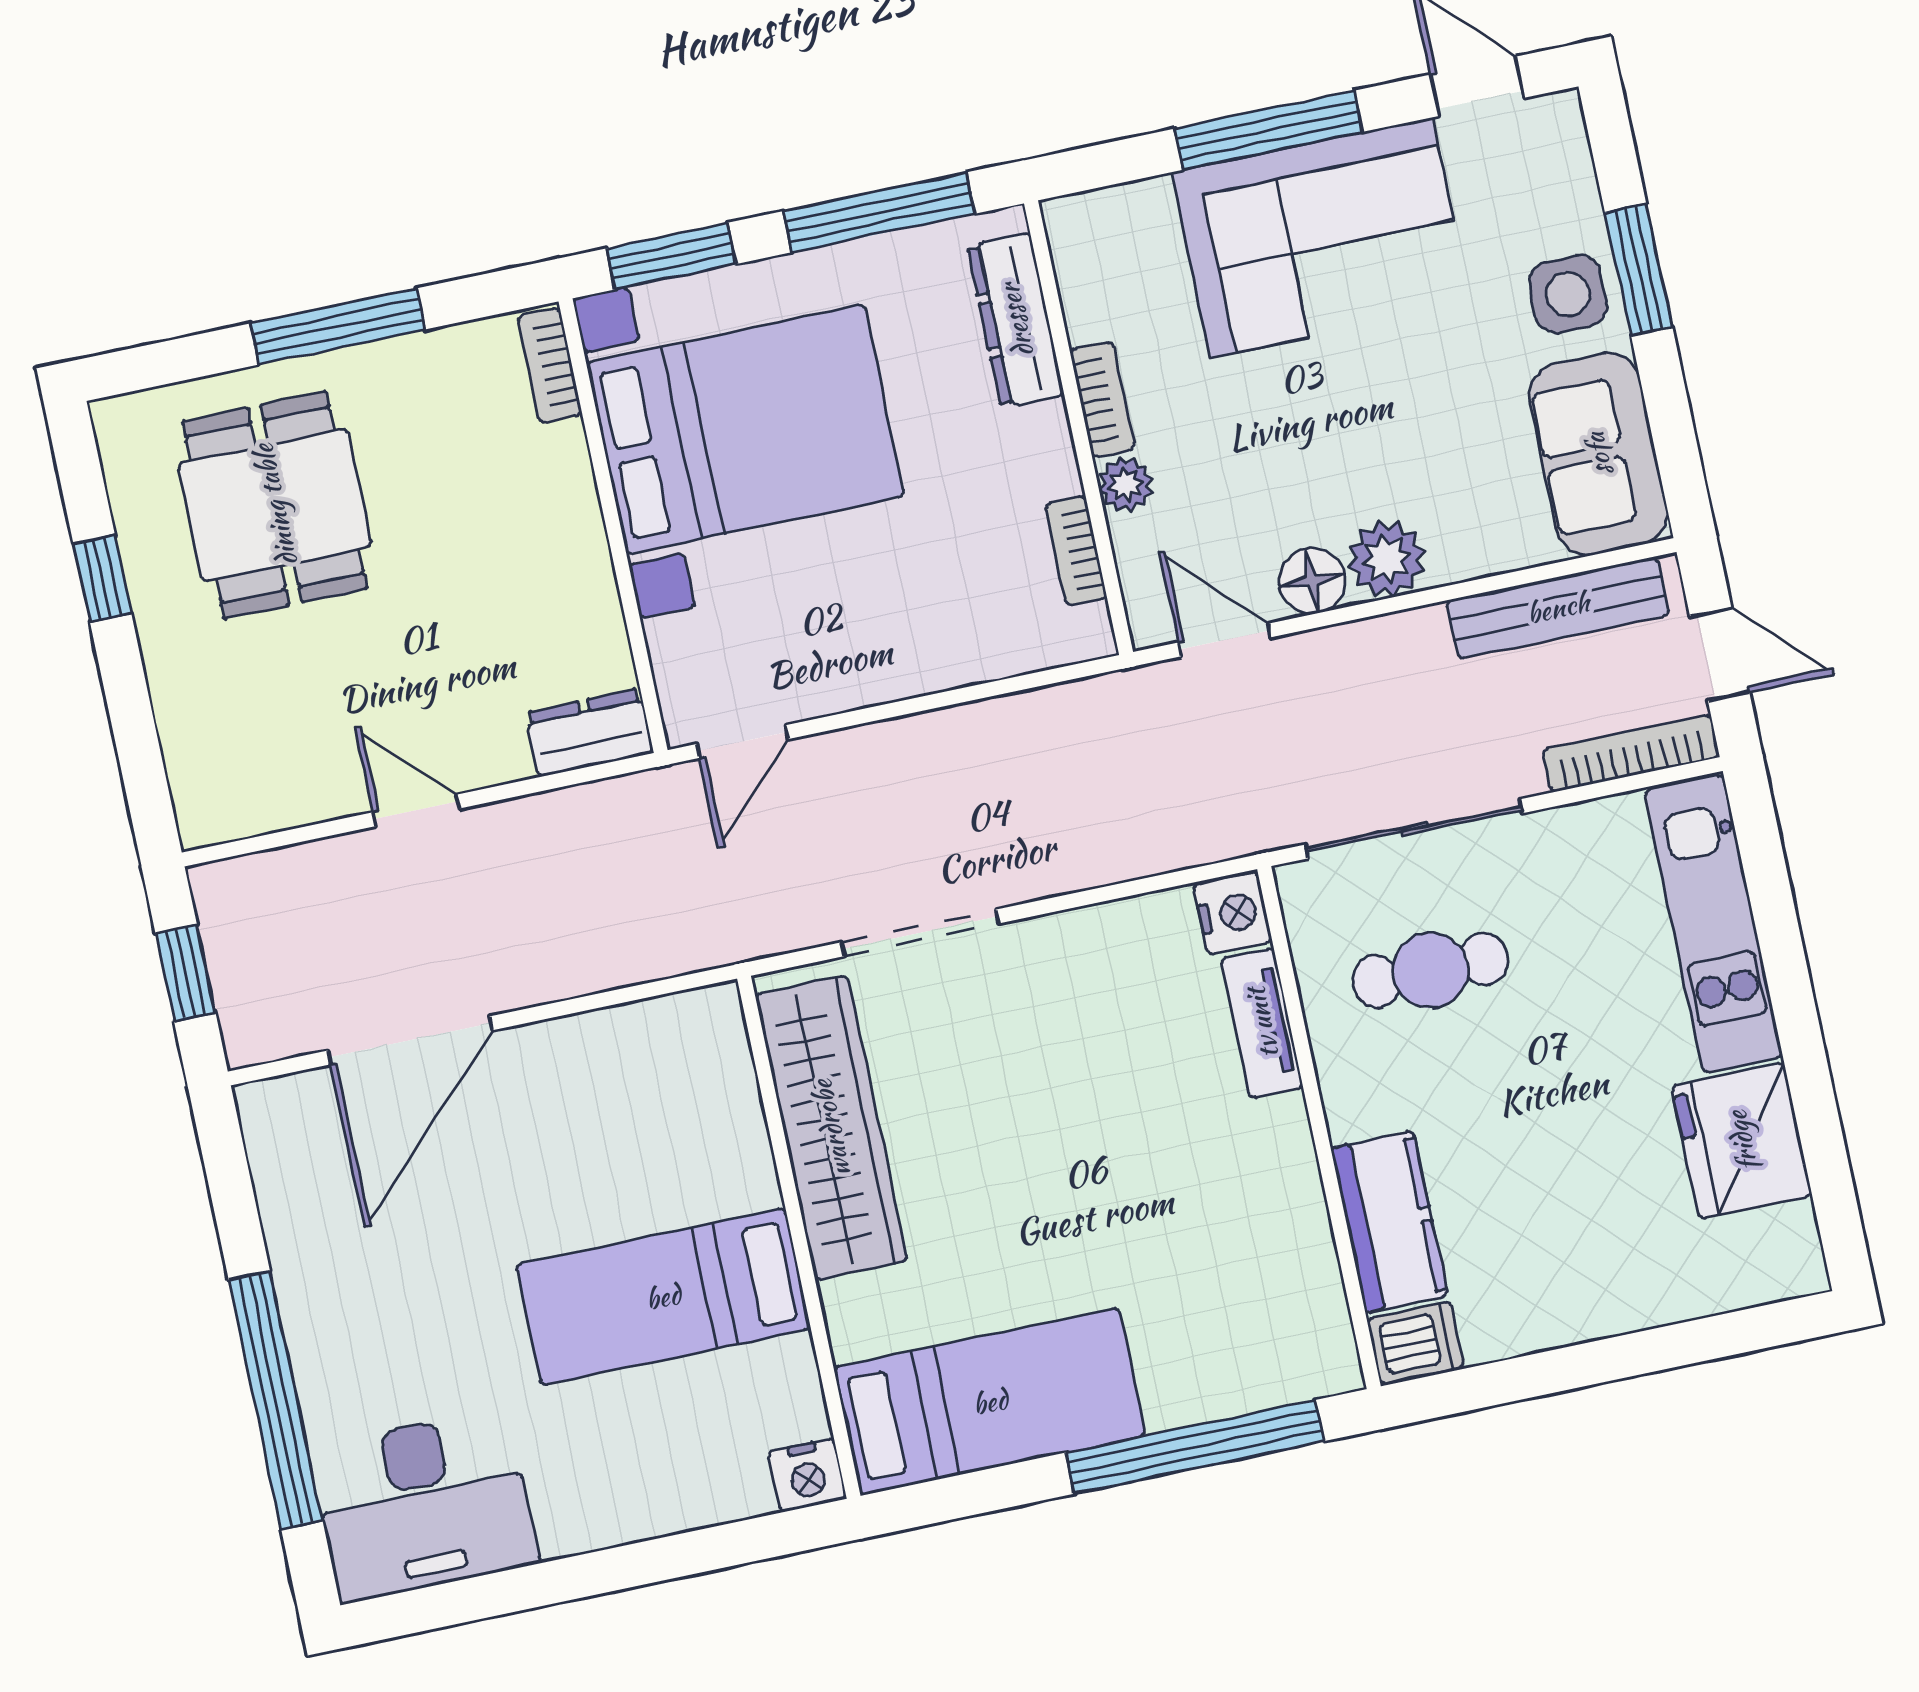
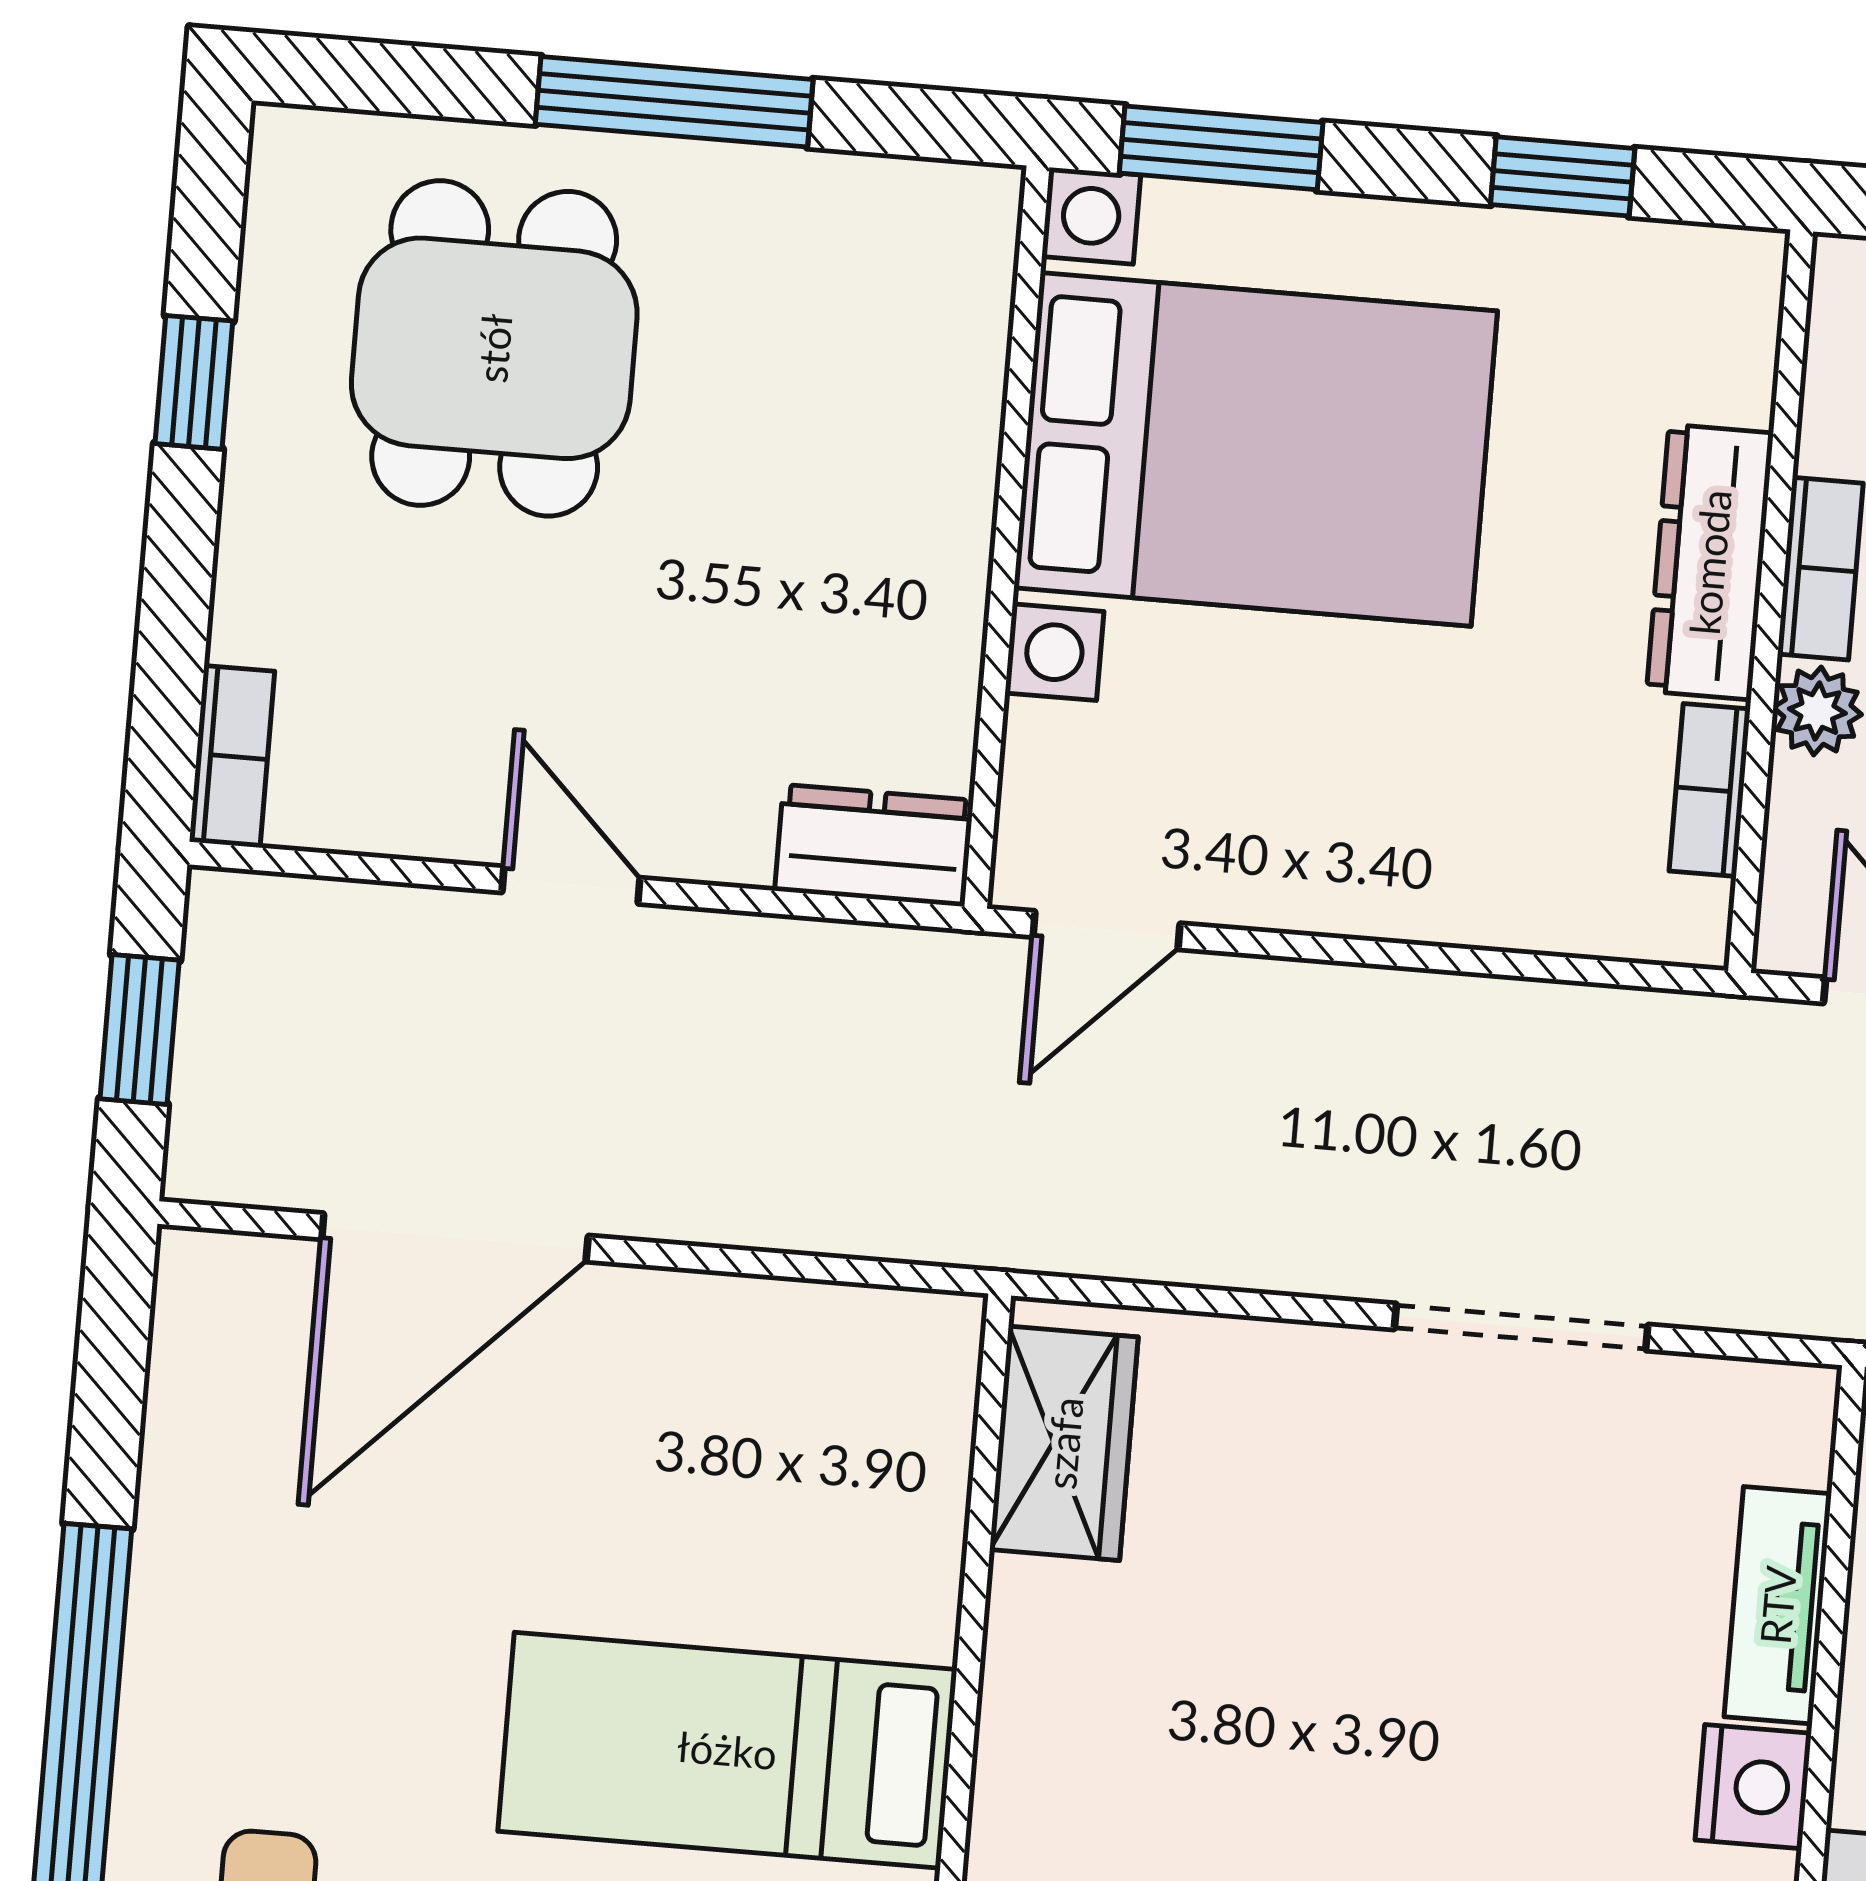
window: (879, 212) -> (1563, 176), width x0.46
dresser: (1016, 320) -> (1710, 562), moved
bookcase: (550, 365) -> (232, 756), moved, turned 180
nightstand: (1233, 913) -> (1753, 1787), moved
doorway: (920, 933) -> (1521, 1327), moved
wardrobe: (831, 1128) -> (1064, 1443), width x0.48, depth x0.85

